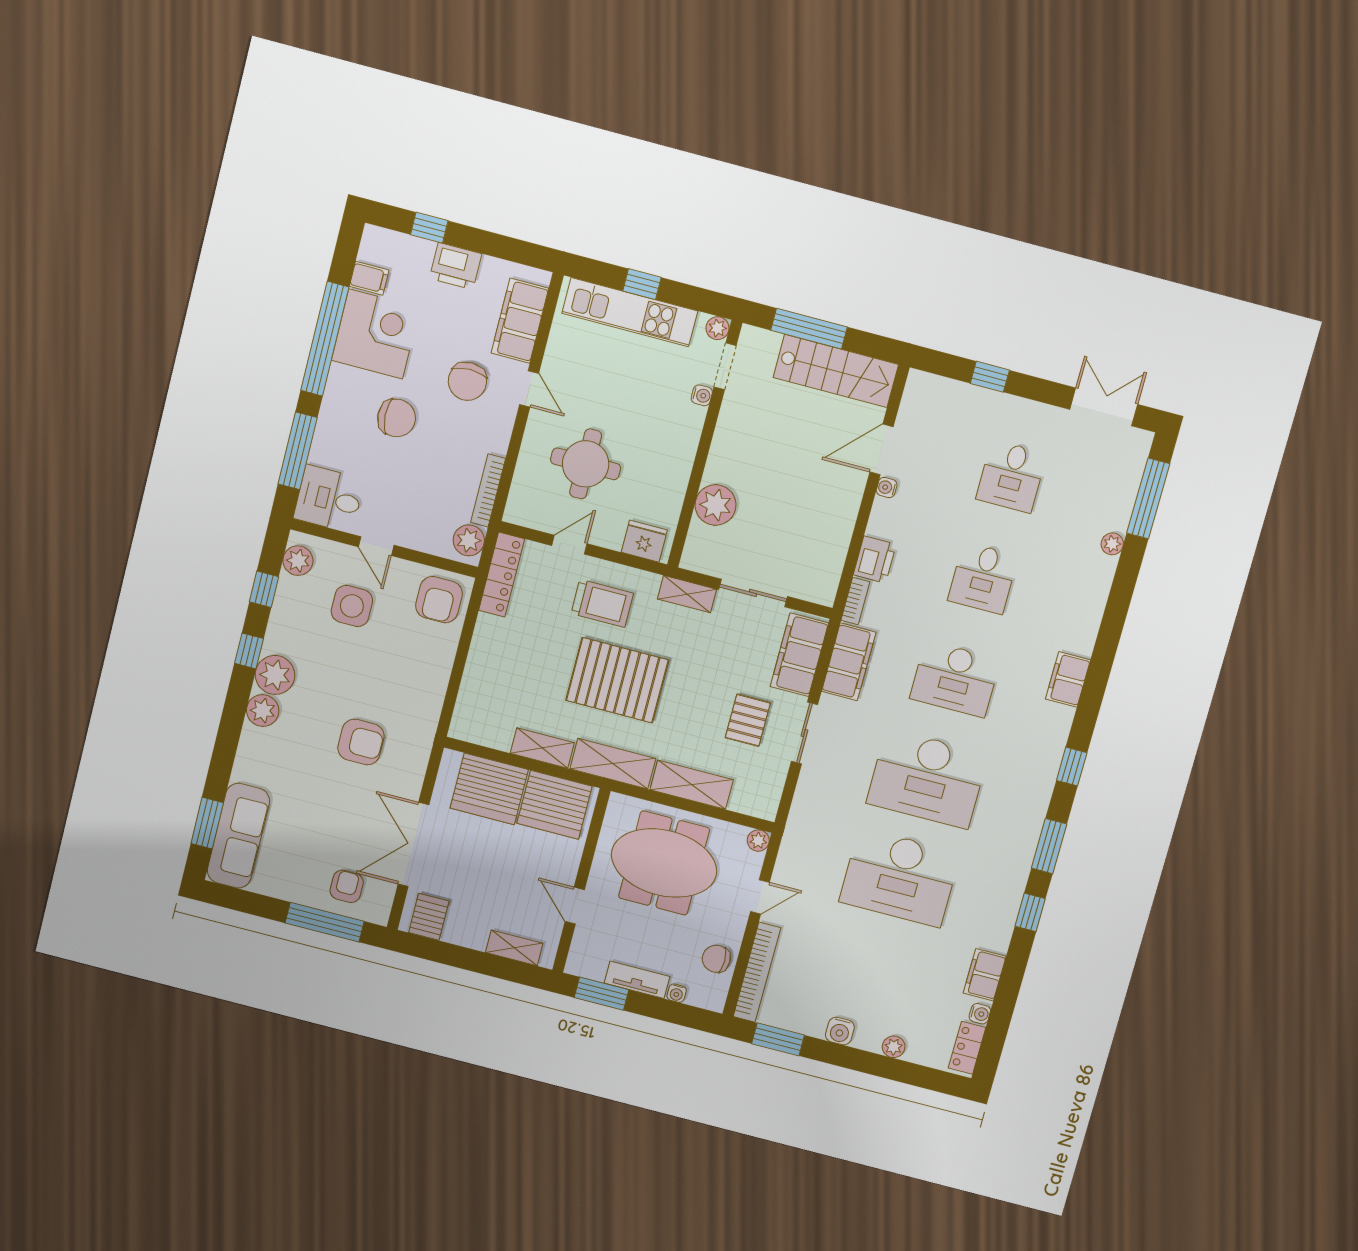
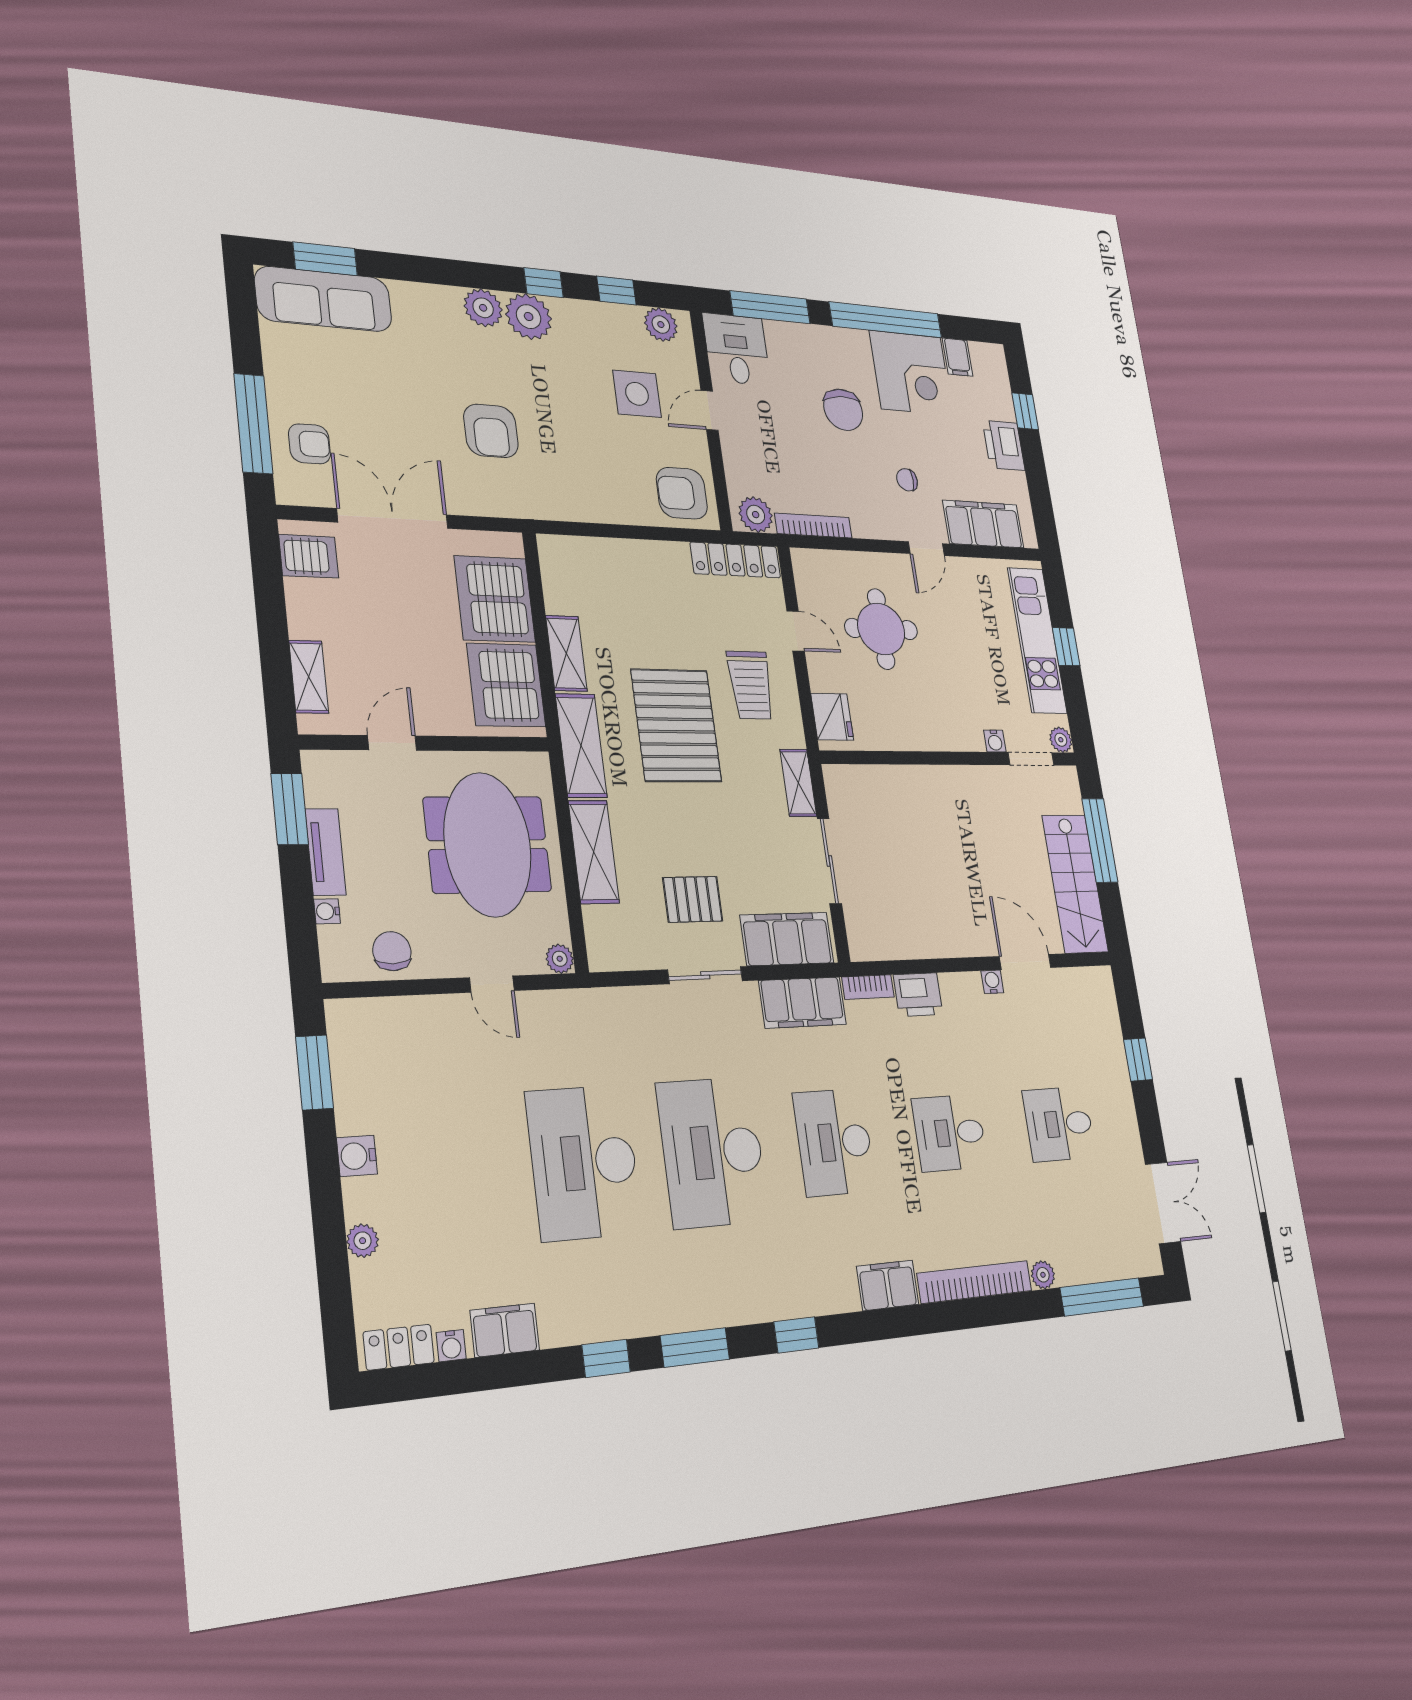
chair: (467, 381) -> (907, 480), width x0.54, depth x0.54
plant: (716, 505) -> (899, 789), removed
bookcase: (757, 972) -> (975, 1282), moved, turned 180

